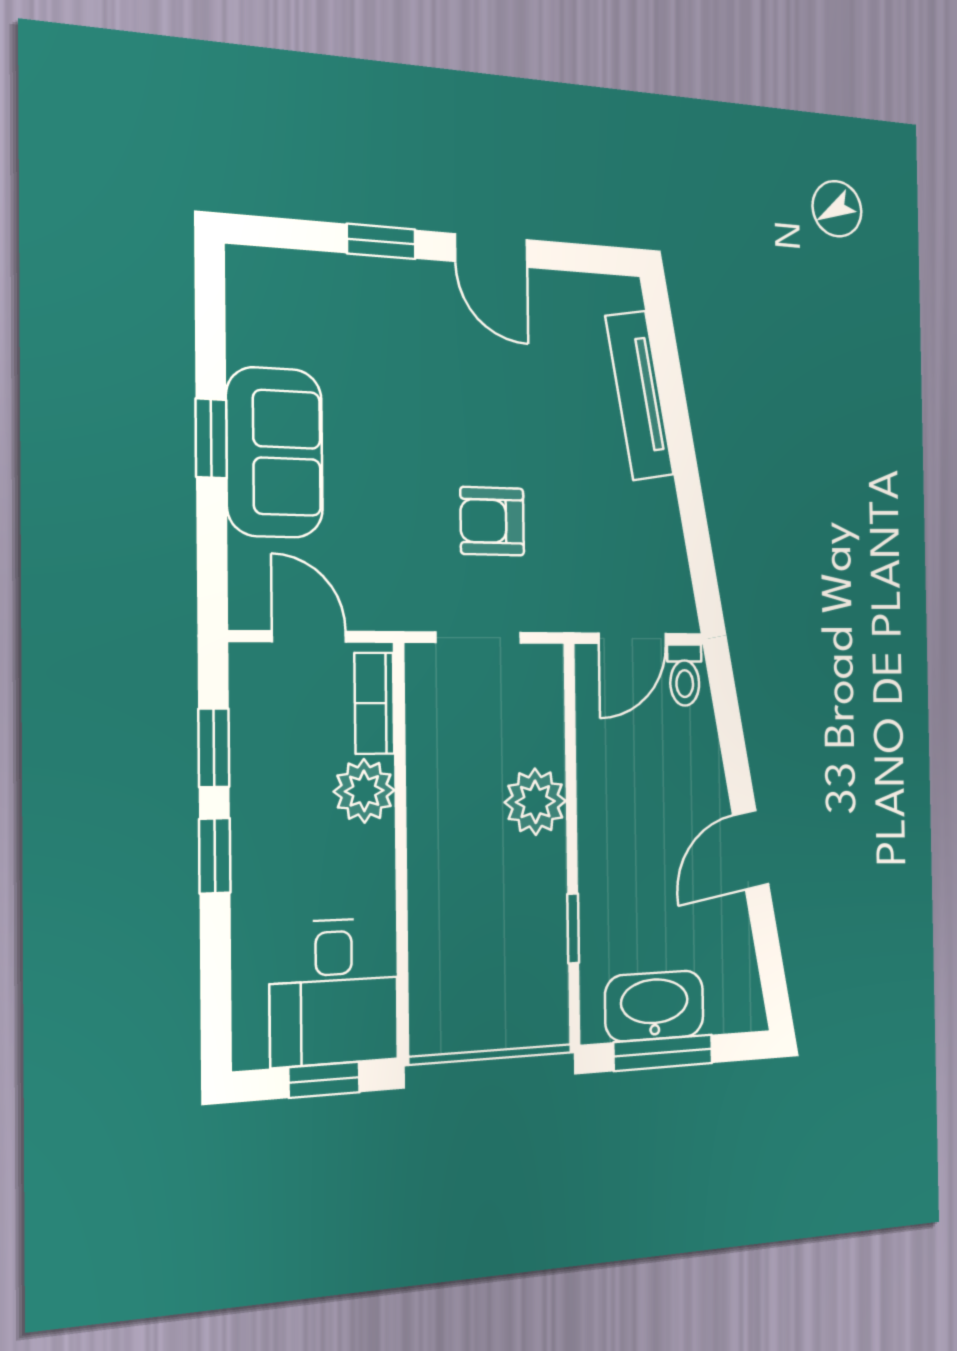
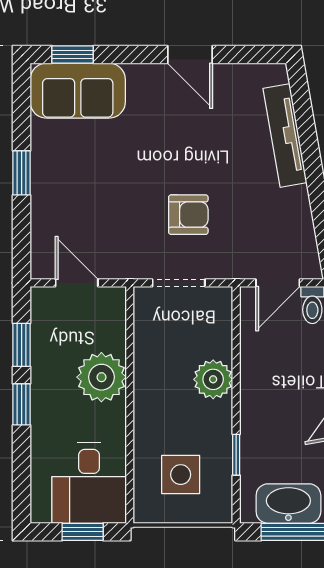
window: (381, 241) -> (73, 55), moved
sofa: (275, 452) -> (78, 91), moved, turned 90
armchair: (492, 521) -> (188, 215), turned 180
bookcase: (374, 703) -> (115, 321), removed
plant: (364, 791) -> (101, 377), width x1.36, depth x1.36
side table: (486, 967) -> (181, 475), added

